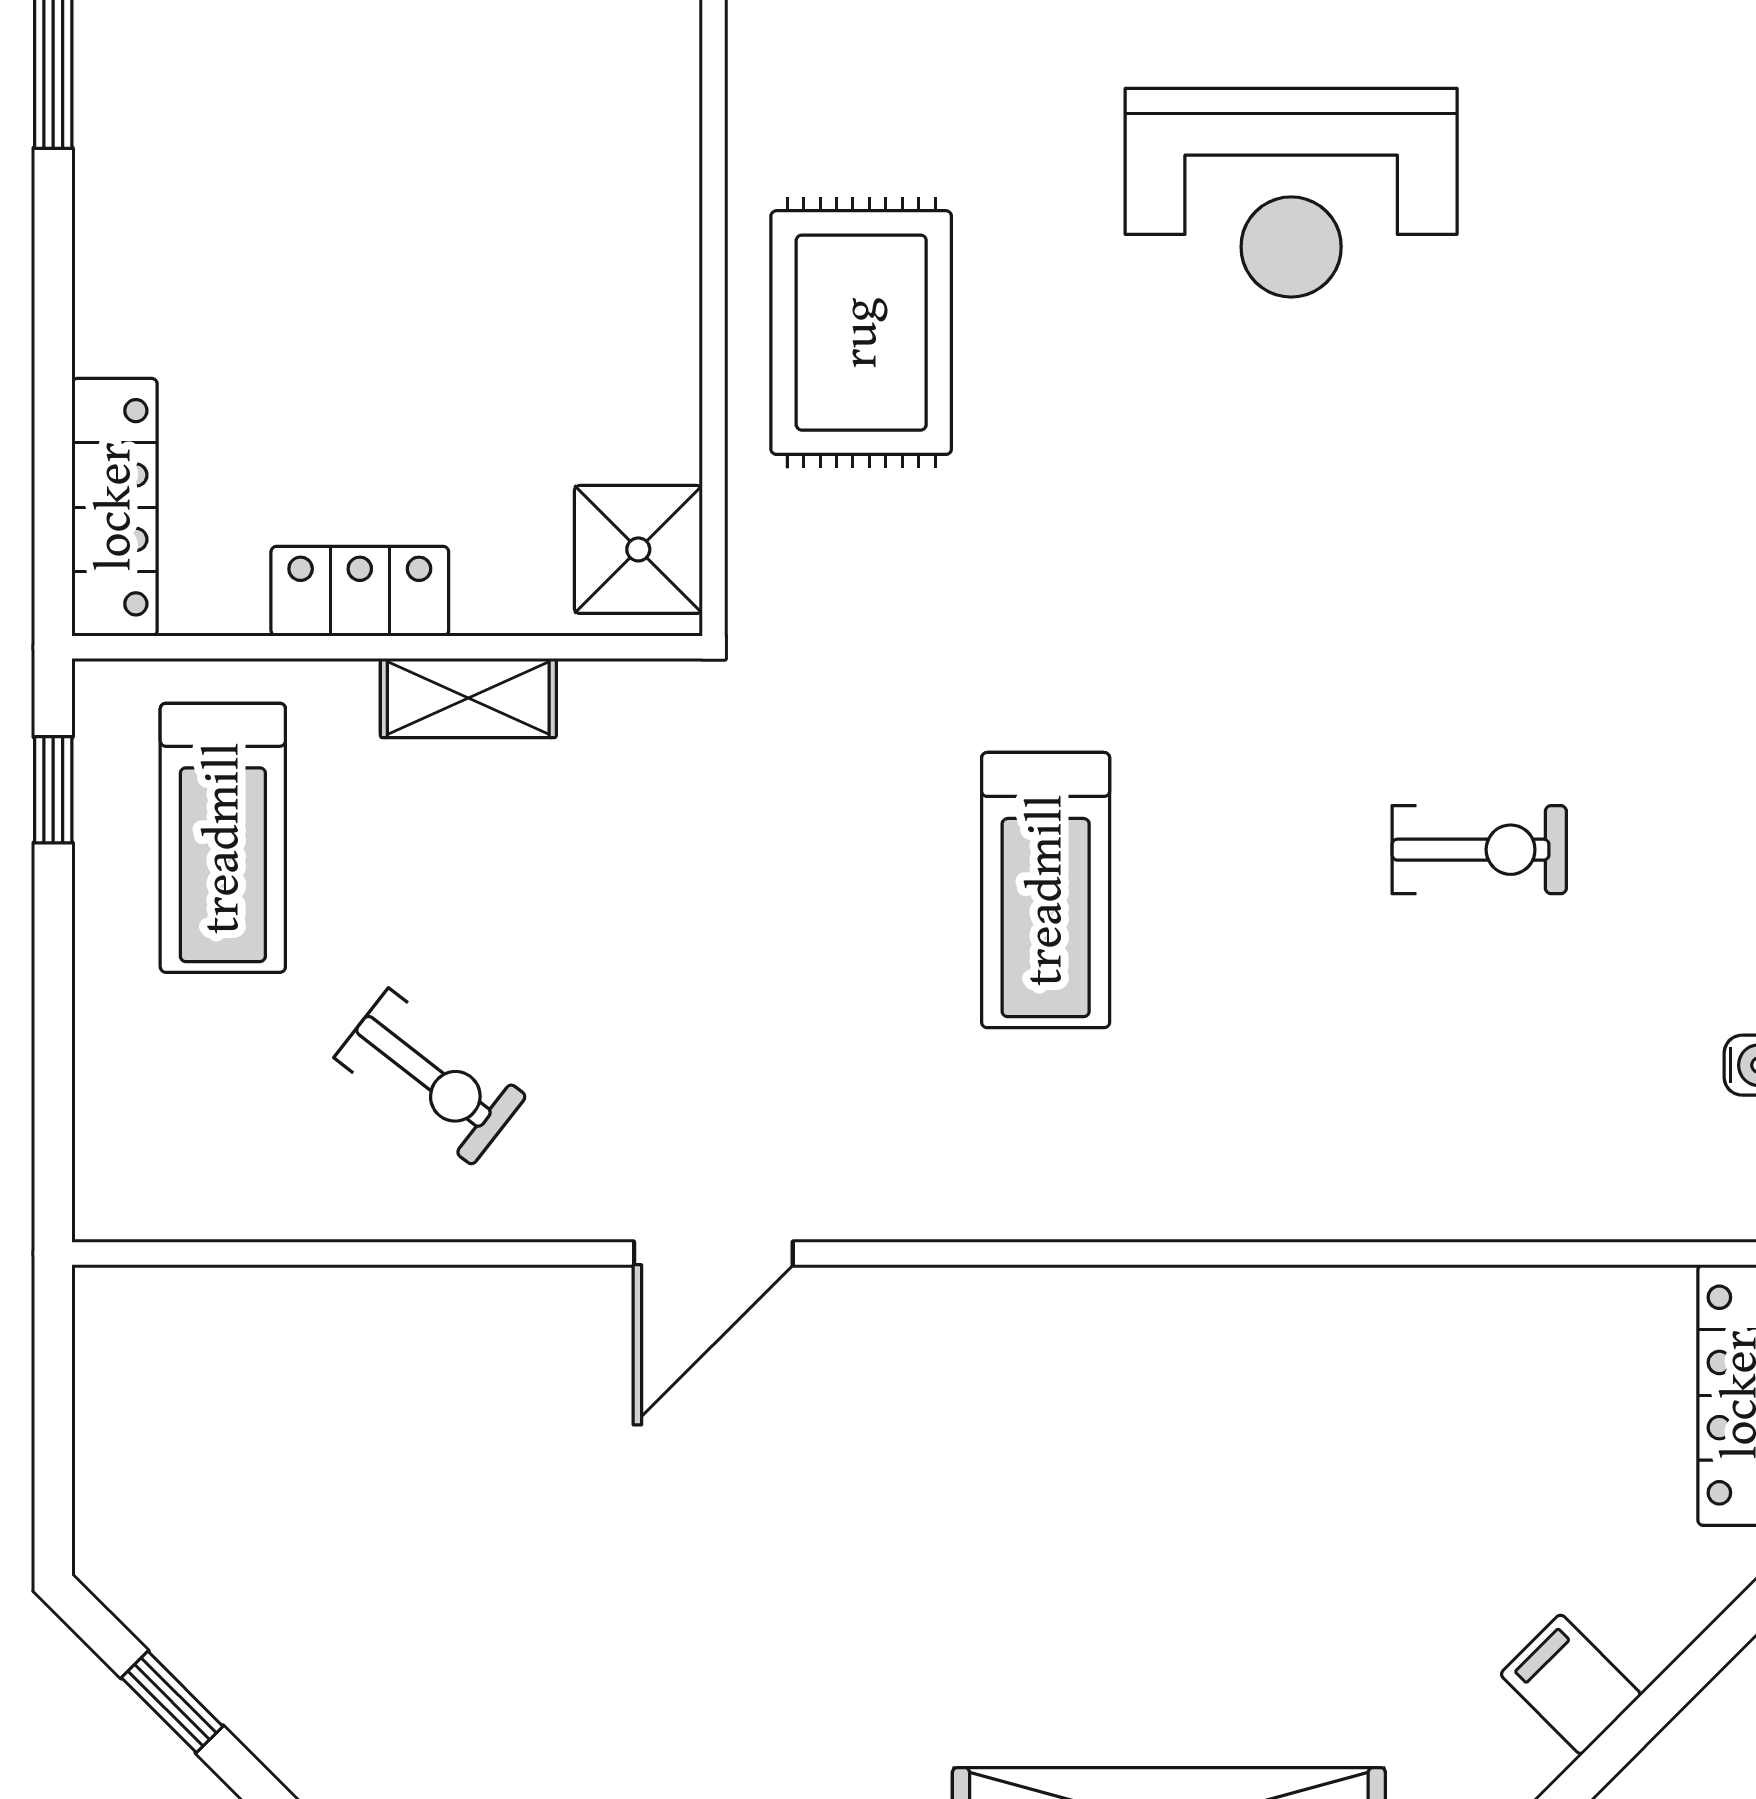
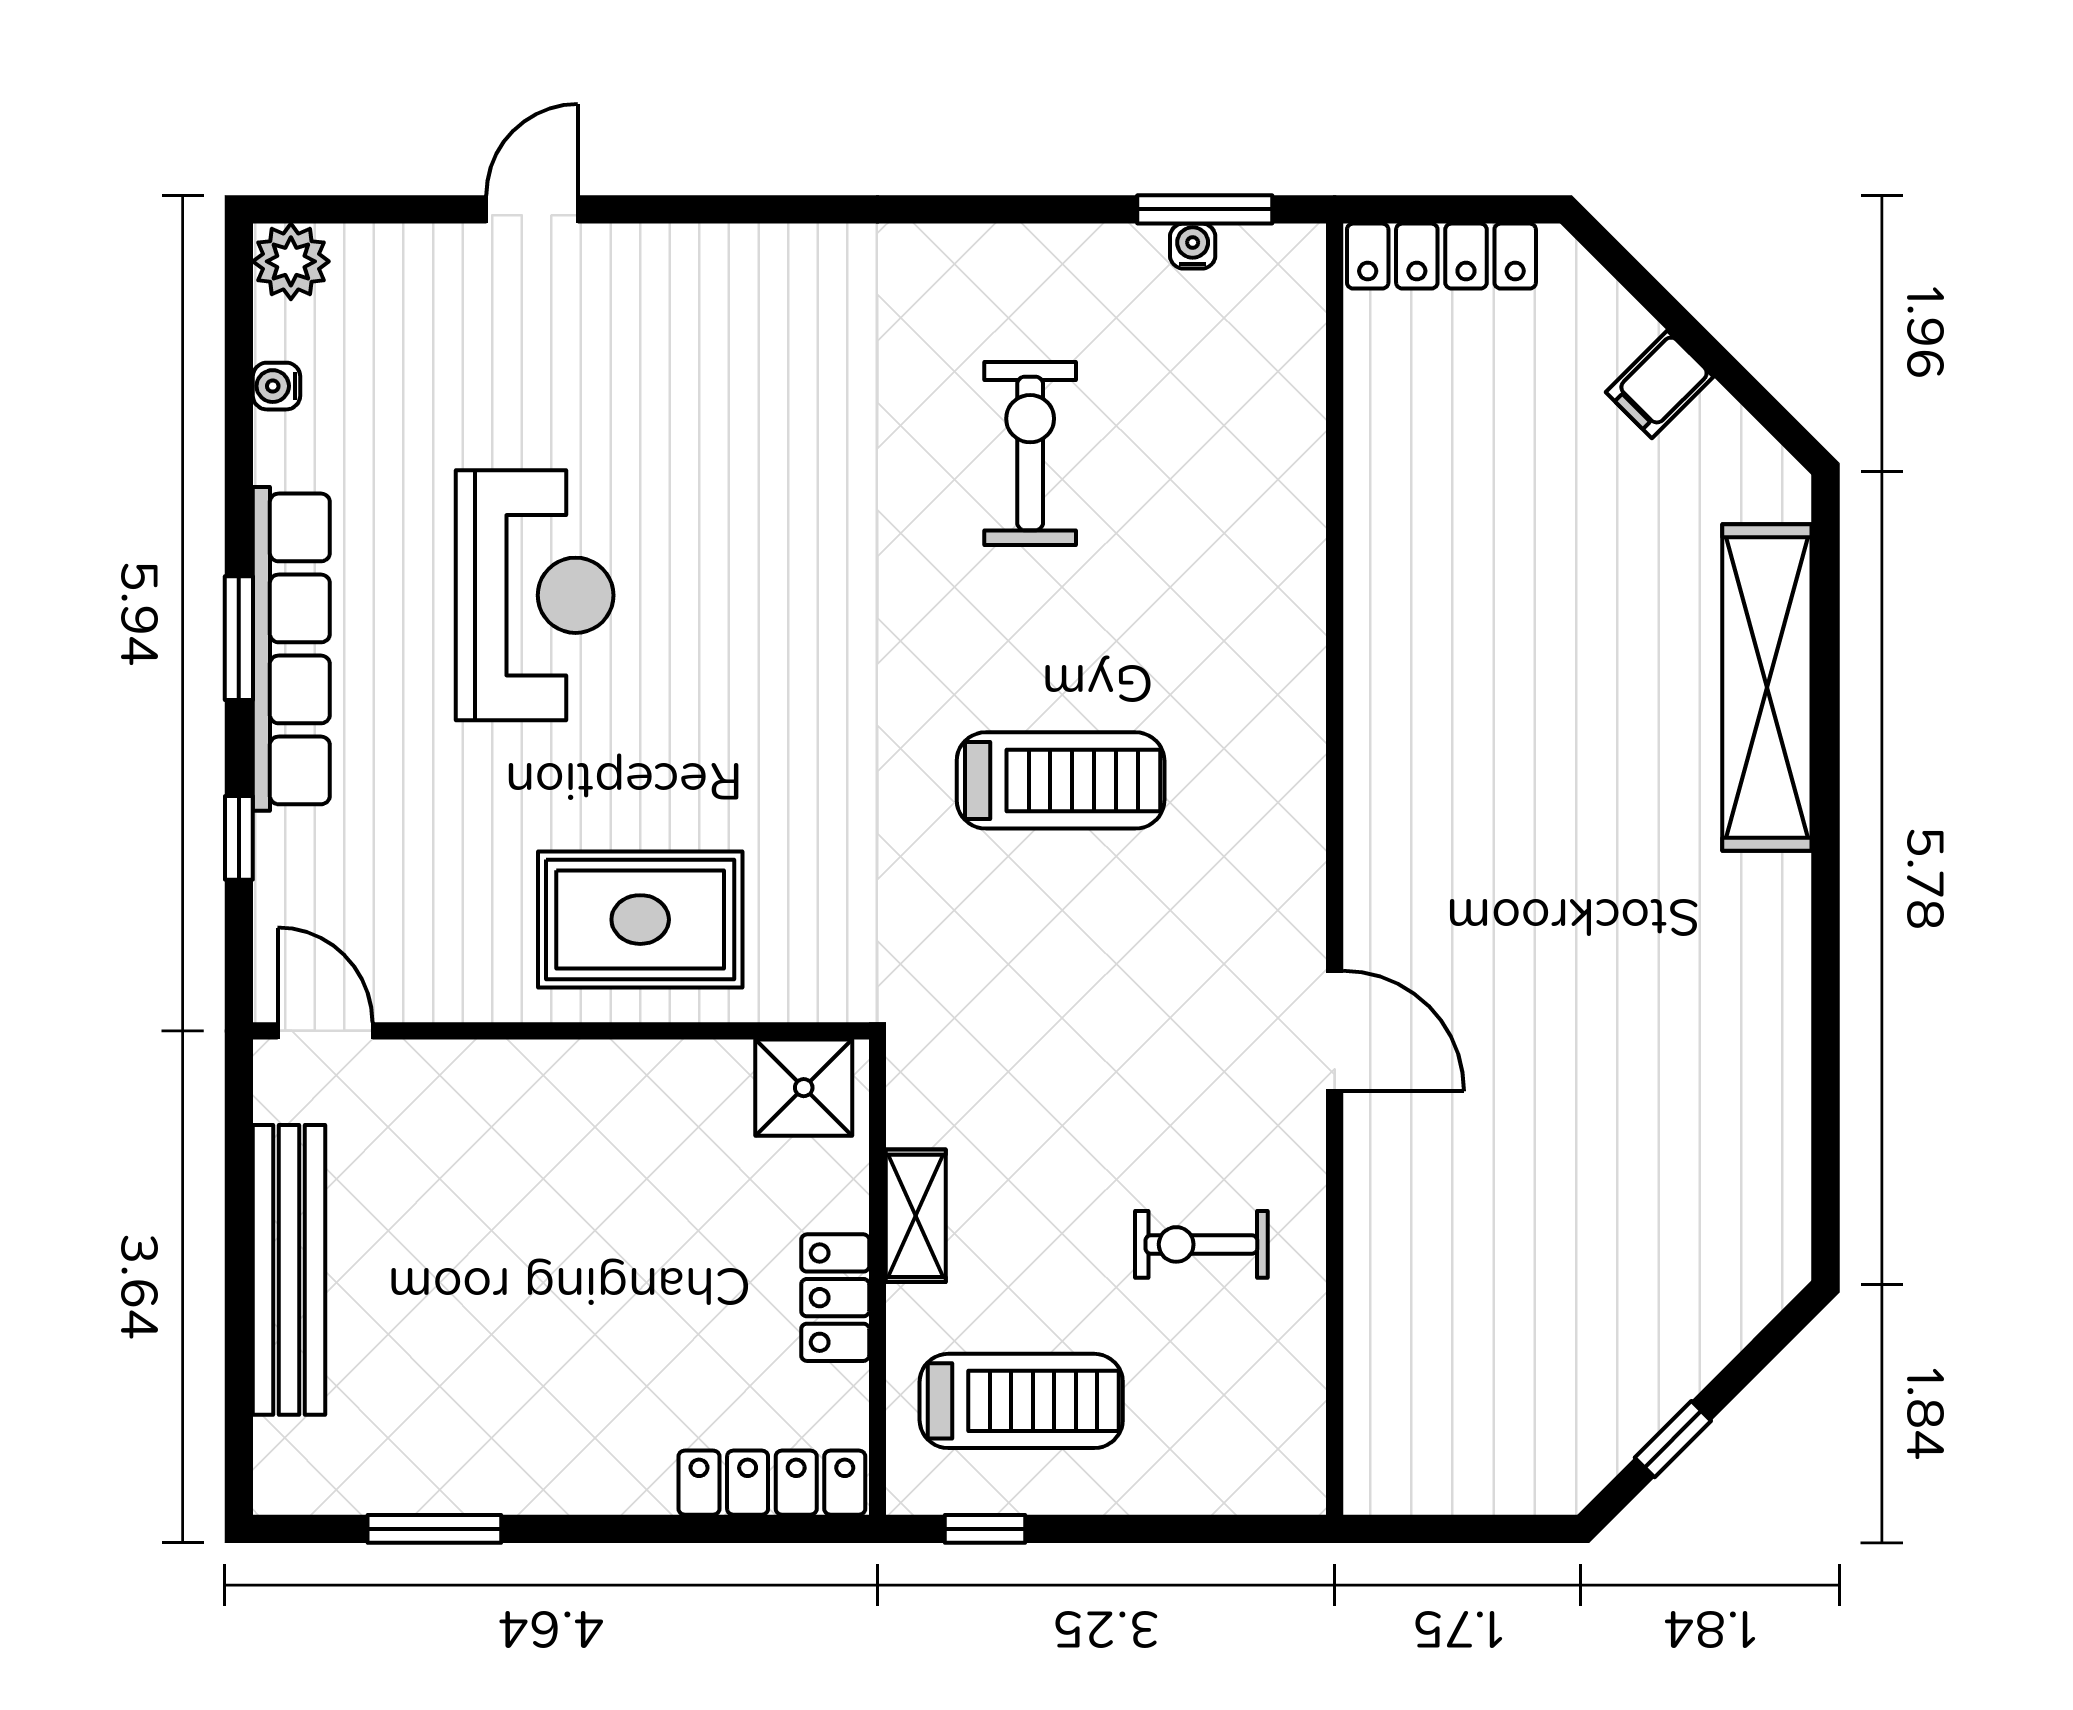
exercise bike: (1479, 850) -> (1030, 453), width x1.38, depth x1.39
exercise bike: (430, 1077) -> (1201, 1244), turned -128

